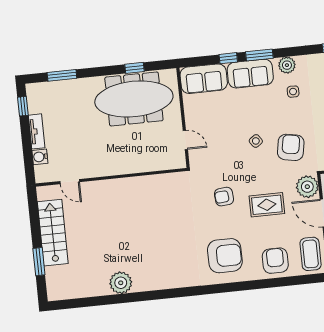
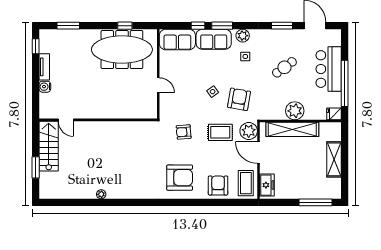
wall: (111, 177) -> (98, 120), moved
door: (70, 182) -> (66, 120), moved
rug: (267, 205) -> (220, 132), moved
plant: (121, 283) -> (101, 194), width x0.53, depth x0.53

